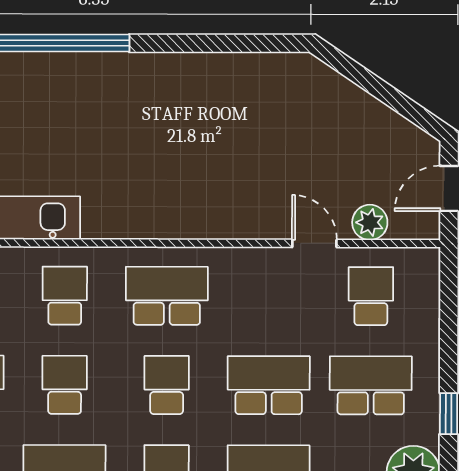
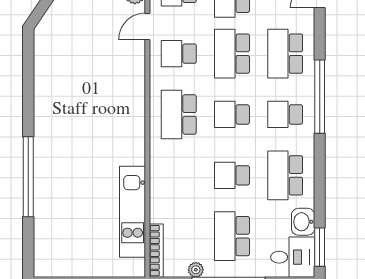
school desk: (65, 296) -> (179, 54), moved

